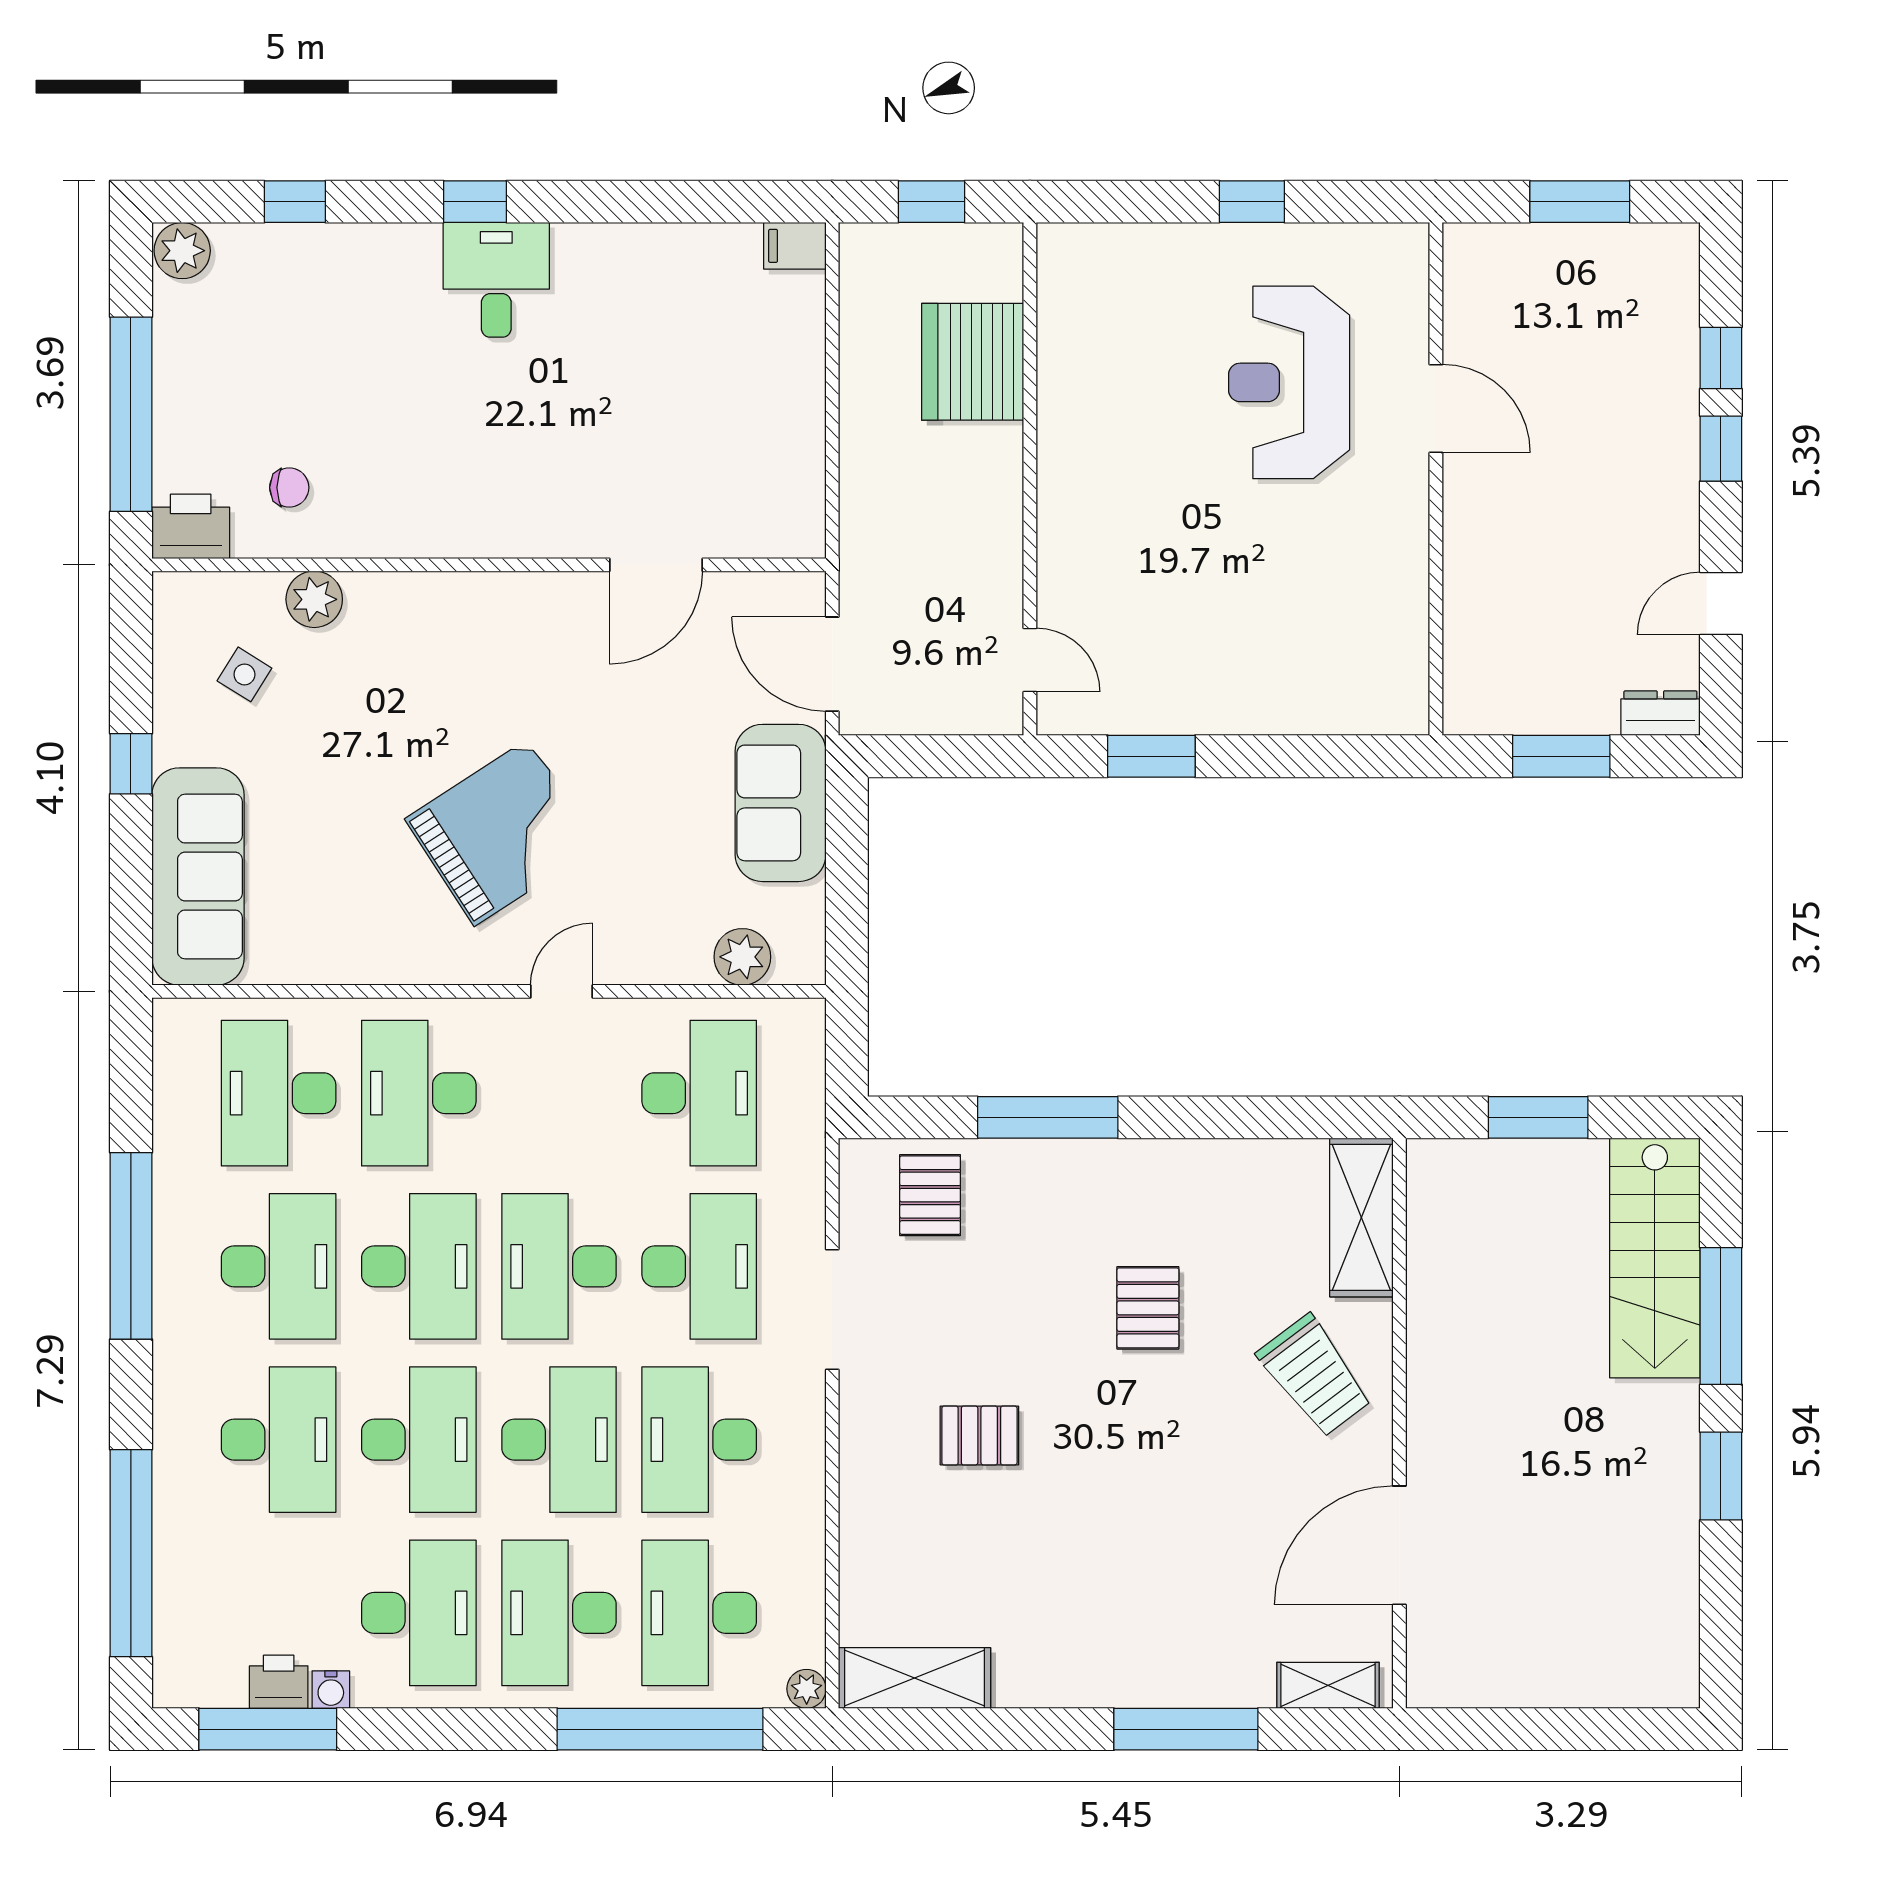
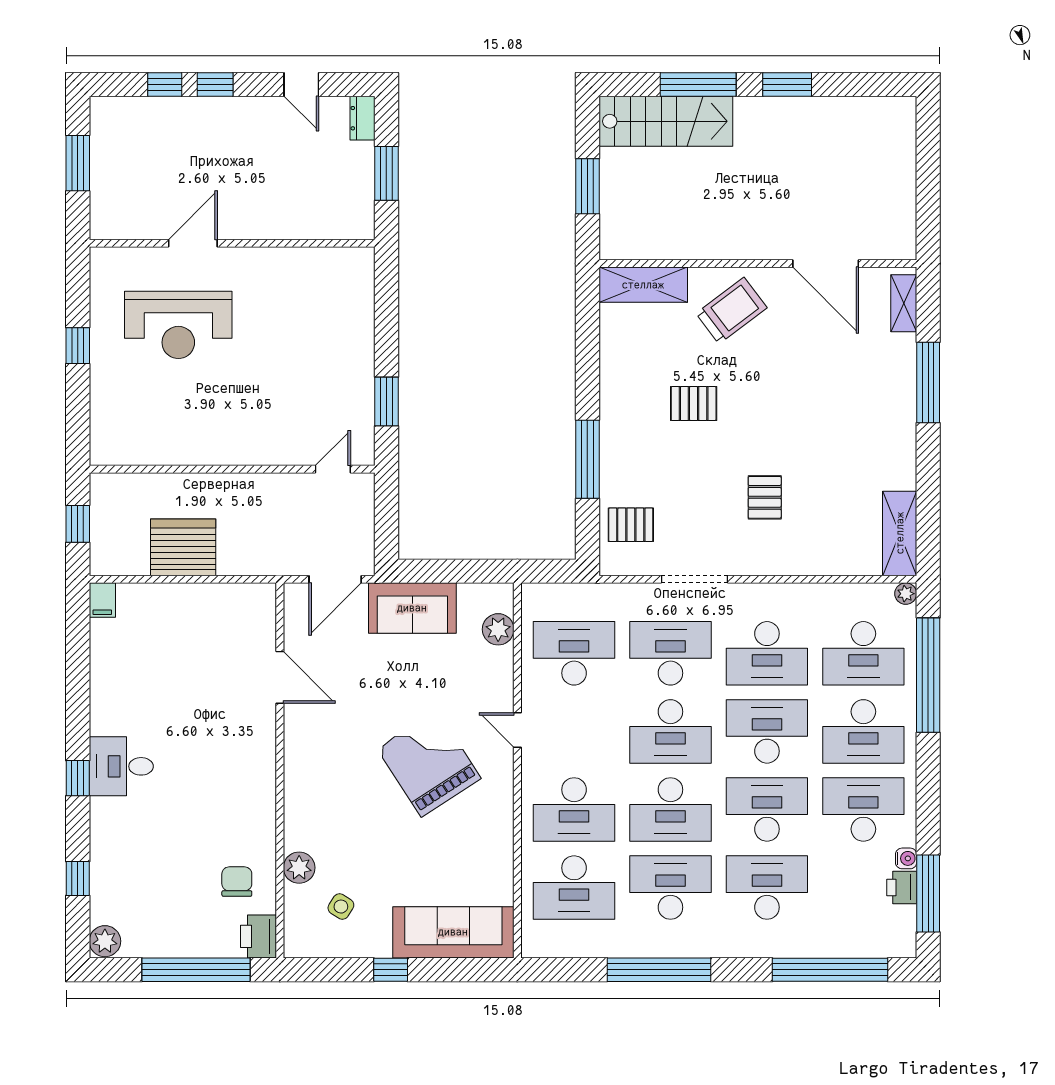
server rack: (973, 362) -> (183, 547), moved, turned 180
chair: (289, 488) -> (237, 882), width x1.37, depth x1.37
desk: (419, 1266) -> (670, 809), turned 180

